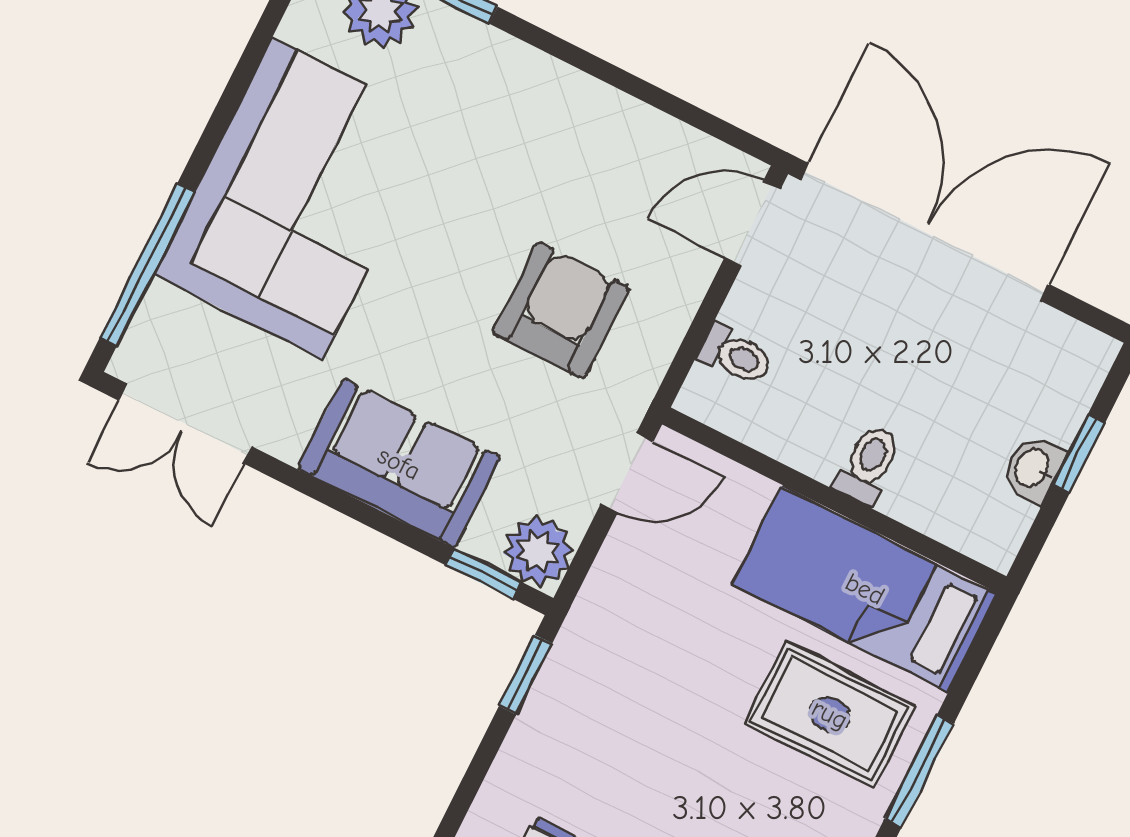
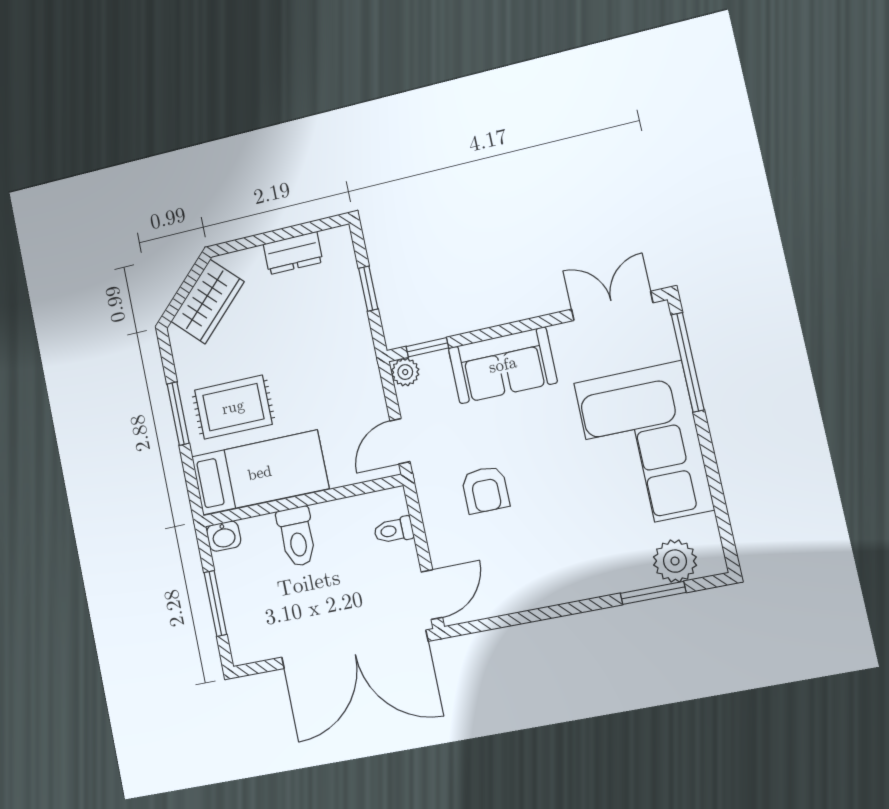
armchair: (561, 310) -> (485, 490), width x0.72, depth x0.72
window: (1079, 454) -> (215, 603), width x1.50
toilet: (868, 464) -> (297, 537), width x1.37, depth x1.39
washbasin: (1033, 469) -> (224, 536), moved, turned 90
plant: (538, 551) -> (405, 372), width x0.73, depth x0.73
window: (526, 675) -> (368, 289), moved

